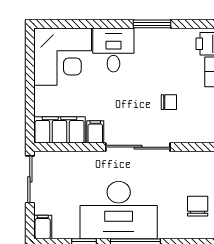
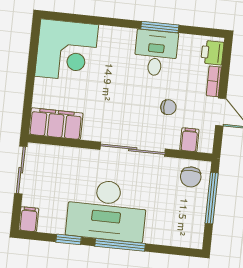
desk: (113, 50) -> (156, 53), moved
filing cabinet: (95, 132) -> (189, 140), moved
chair: (198, 206) -> (191, 177), moved, turned 180

